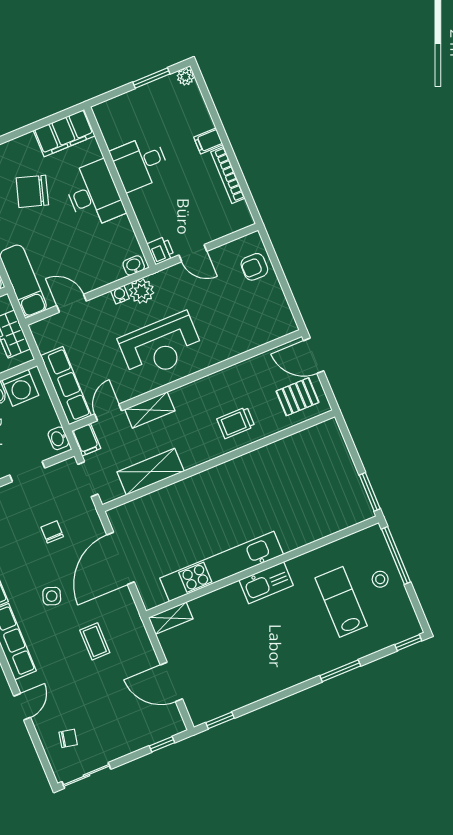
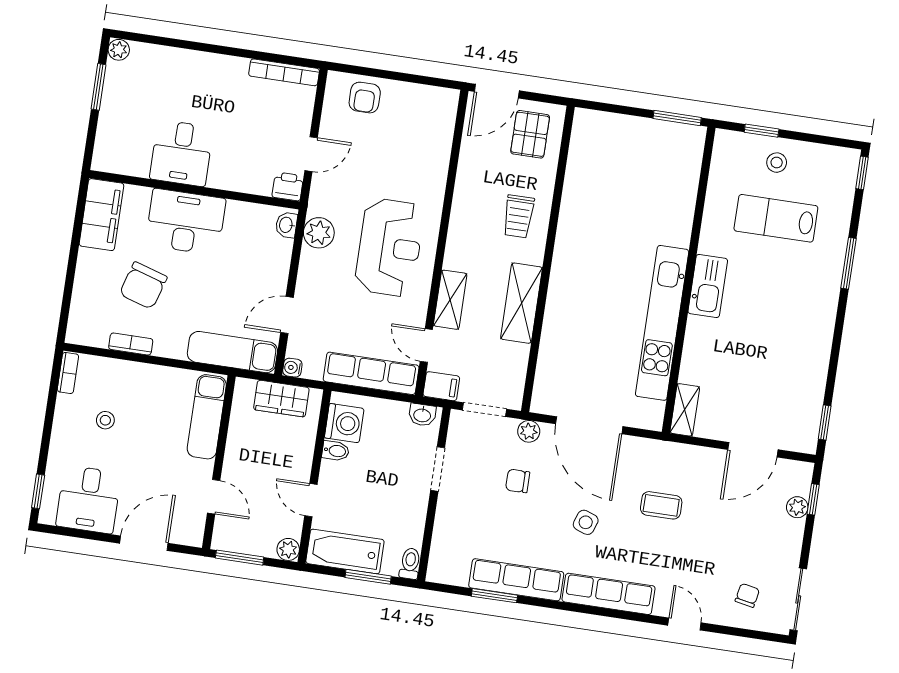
filing cabinet: (208, 141) -> (202, 66), removed
bookcase: (228, 175) -> (284, 72), moved
water cooler: (120, 295) -> (292, 368), moved
shelving: (151, 472) -> (521, 303), moved
plant: (91, 519) -> (529, 431), added
window: (396, 556) -> (762, 131), width x0.46
plant: (150, 736) -> (797, 507), added

